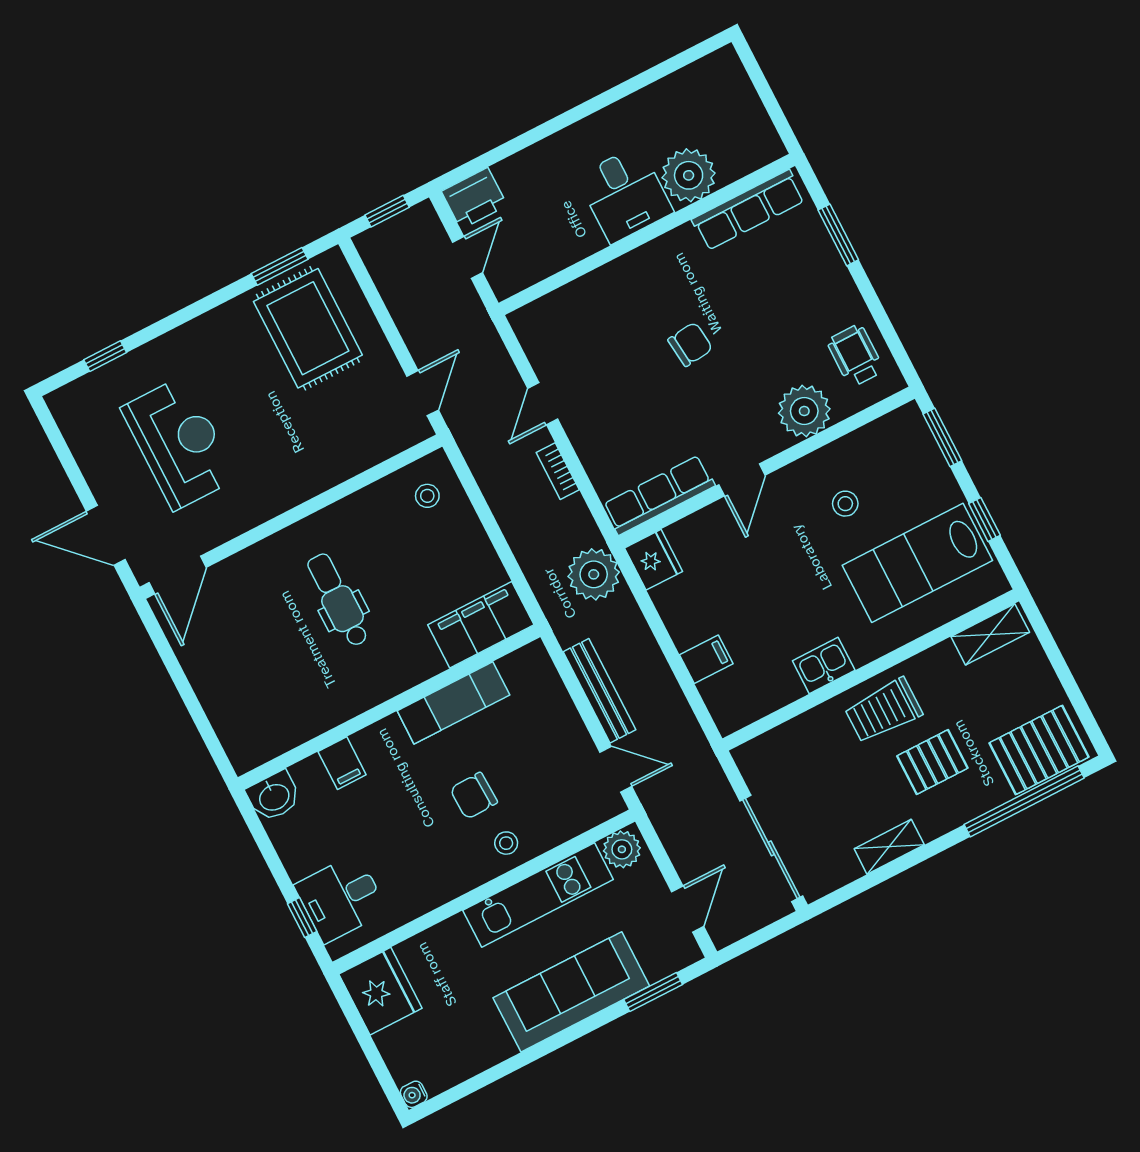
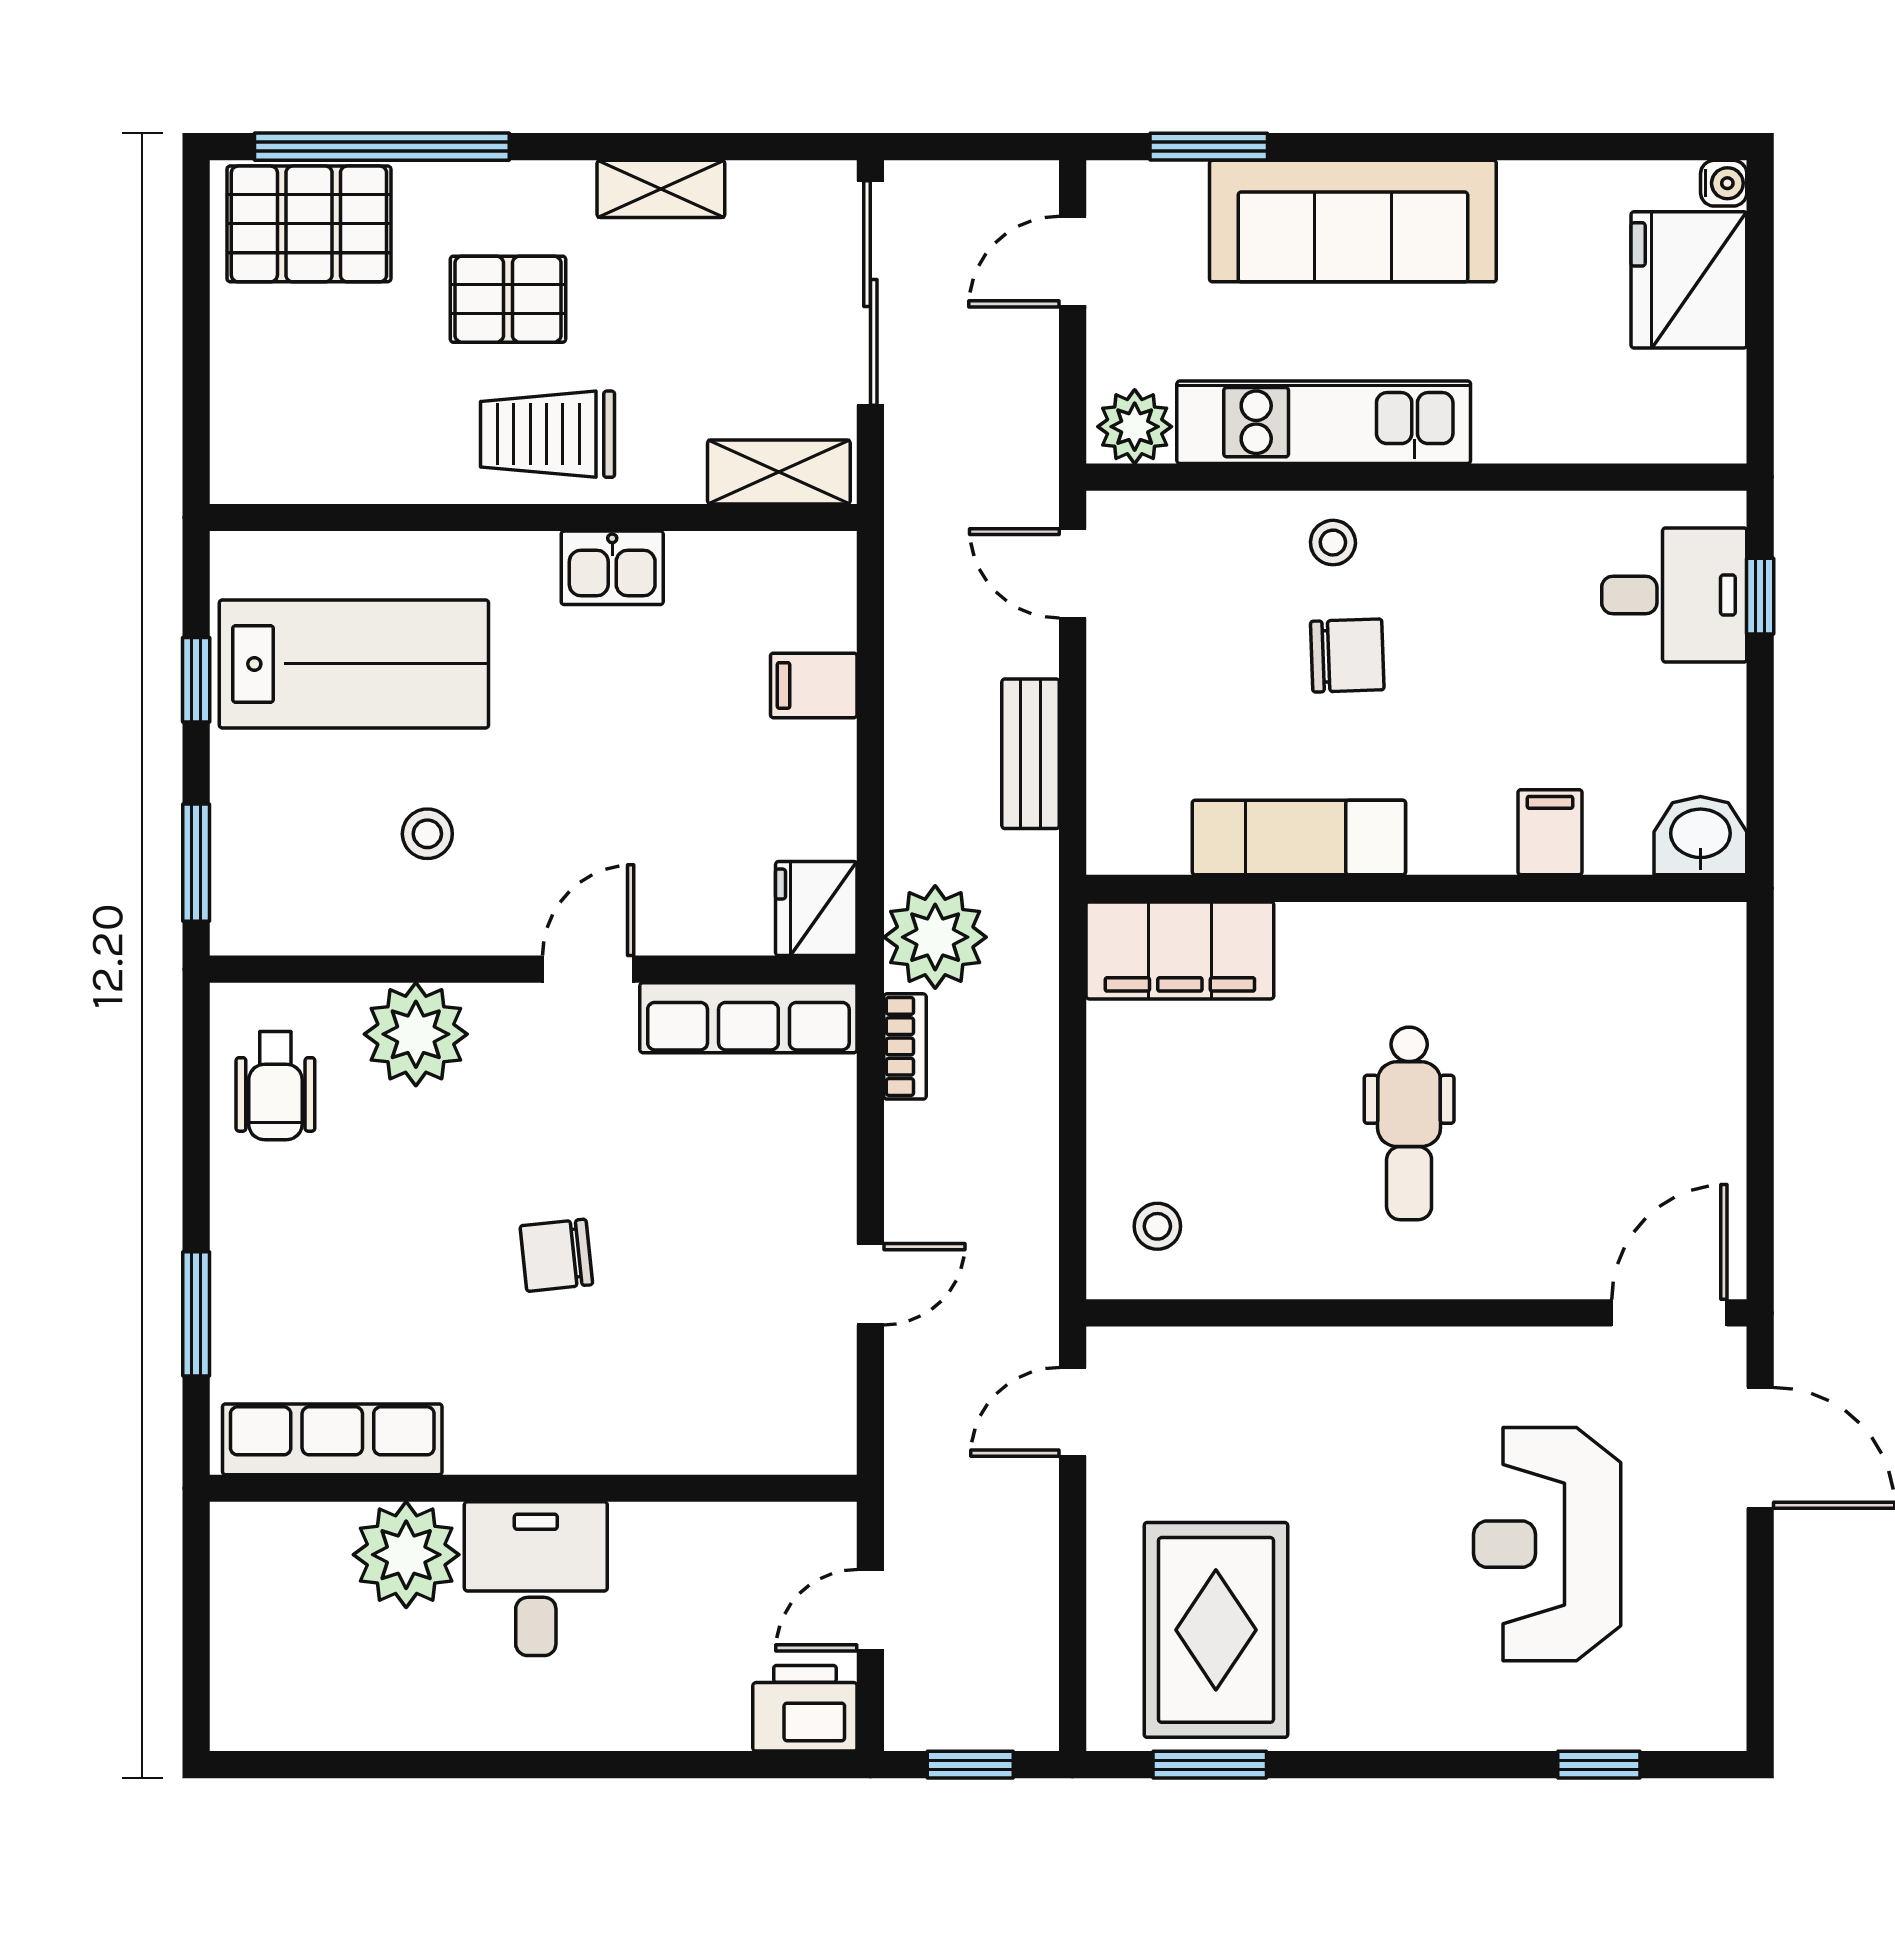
bookcase: (558, 471) -> (905, 1046), moved
shelving: (990, 634) -> (779, 472), moved
bench: (599, 691) -> (1031, 754), width x0.73
trolley: (883, 711) -> (548, 434), turned 180
fridge: (380, 991) -> (1689, 280), moved

